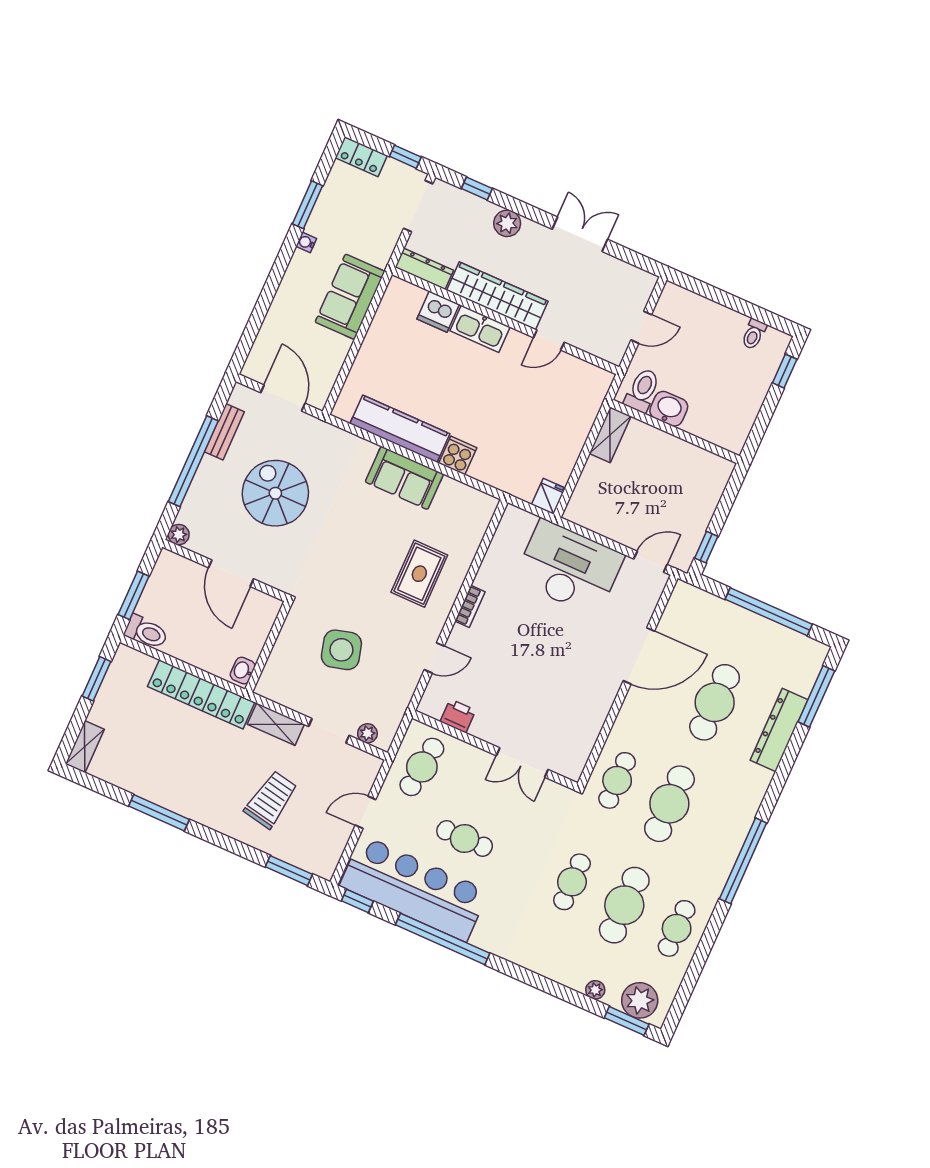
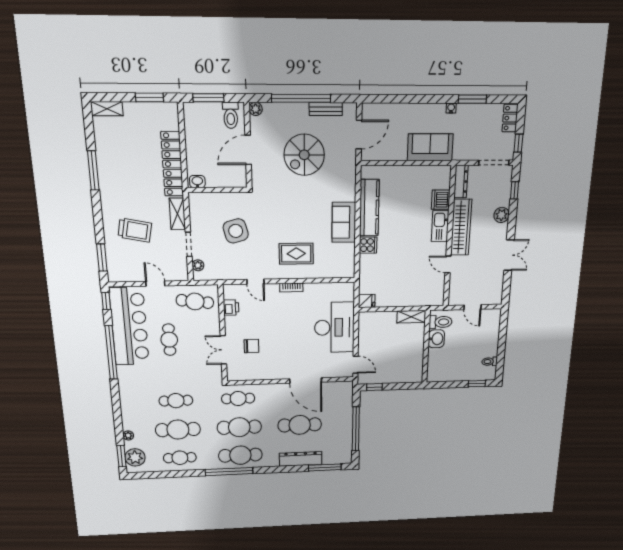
spiral stairs: (275, 493) -> (304, 155), turned 180
toilet: (146, 632) -> (231, 115), moved
chair: (537, 715) -> (251, 346), added
cafe table: (722, 827) -> (240, 455), added

